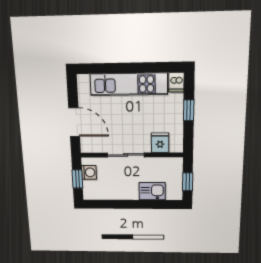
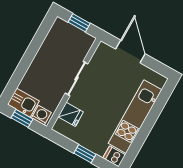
door: (74, 122) -> (130, 51), swing flipped
washing machine: (89, 172) -> (41, 115), moved, turned 180
kitchen sink: (152, 191) -> (23, 103), moved, turned -90

